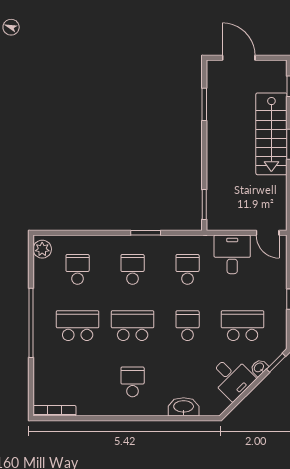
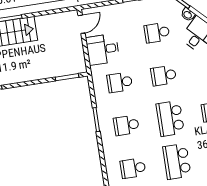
school desk: (243, 326) -> (157, 33), width x0.54

